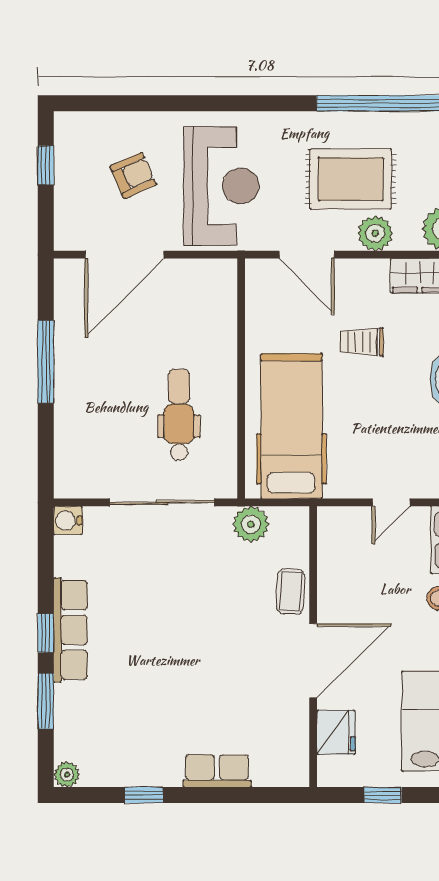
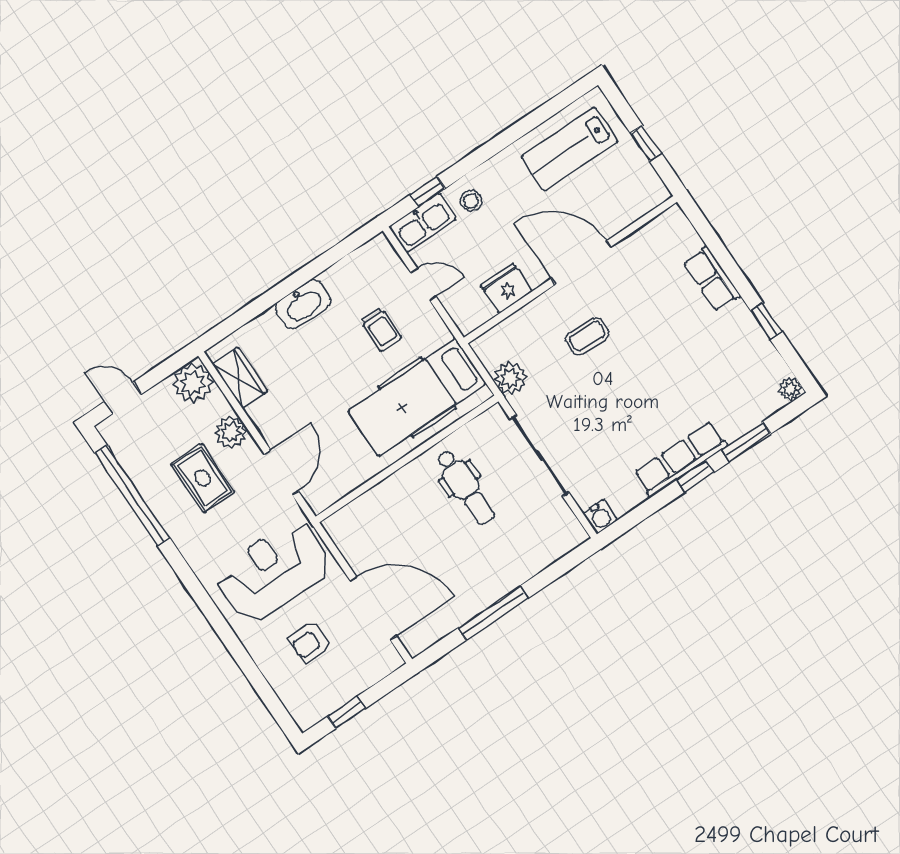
armchair: (133, 175) -> (310, 642), turned -66
rug: (351, 179) -> (203, 478), width x0.73, depth x0.70
trolley: (362, 342) -> (381, 329), moved
dental chair: (179, 415) -> (465, 487), turned -90
coffee table: (291, 591) -> (587, 336), moved
fridge: (336, 732) -> (506, 288), moved

